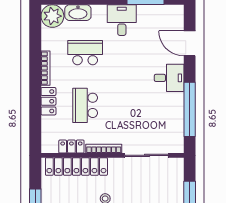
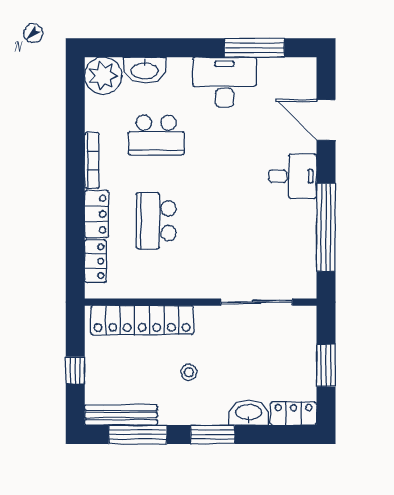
desk: (122, 20) -> (225, 82), width x1.37
school desk: (85, 53) -> (156, 135), turned 180
locker: (71, 147) -> (95, 261), moved, turned 90
bookcase: (104, 149) -> (187, 291), removed

